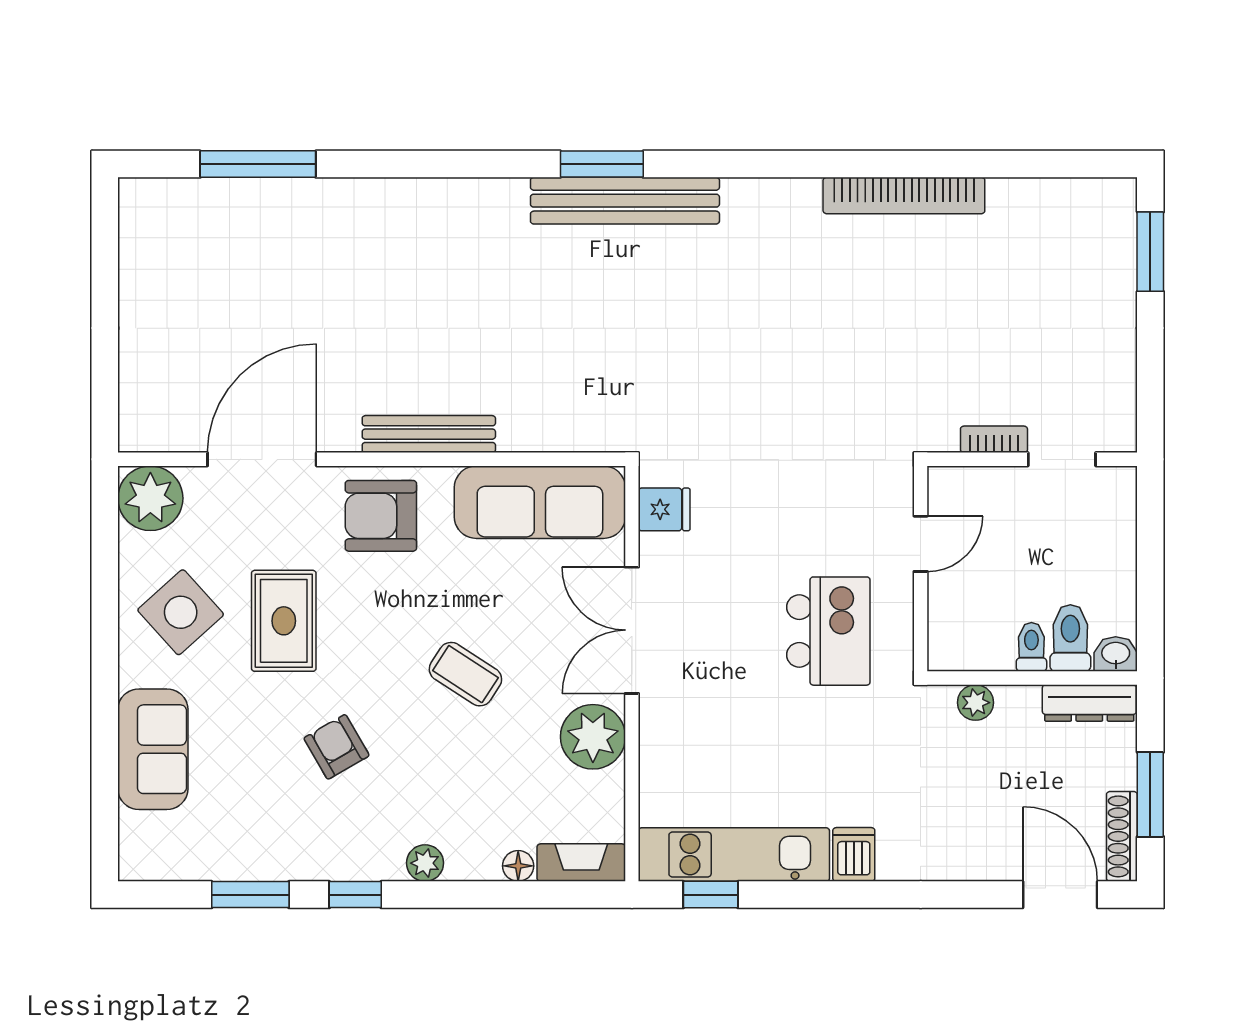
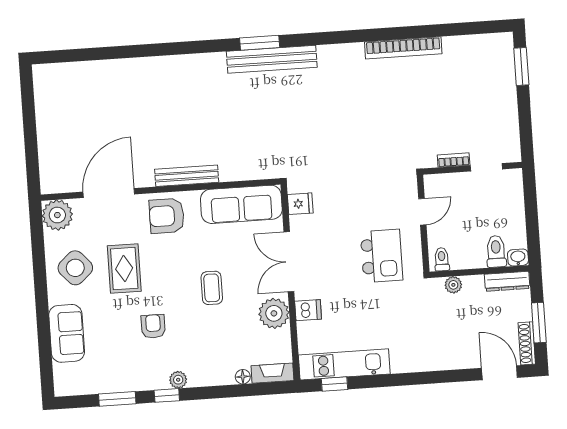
window: (258, 164) -> (97, 54), removed
toilet: (1031, 647) -> (442, 259), moved
coffee table: (465, 674) -> (212, 288), turned 57
armchair: (336, 747) -> (153, 326), turned 30
dishwasher: (854, 854) -> (308, 310), moved, turned 90
plant: (425, 863) -> (178, 380), moved

